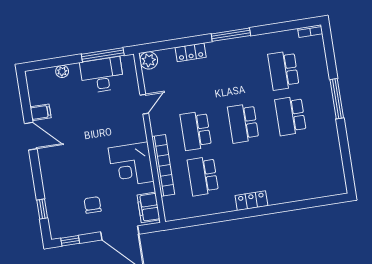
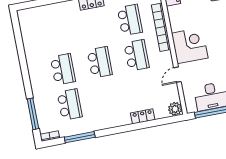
window: (231, 35) -> (80, 137), moved
window: (337, 99) -> (33, 114), moved
corner desk: (131, 165) -> (190, 46), moved

